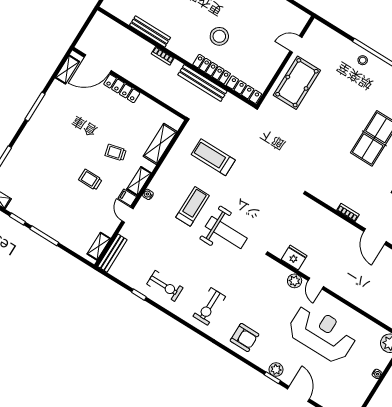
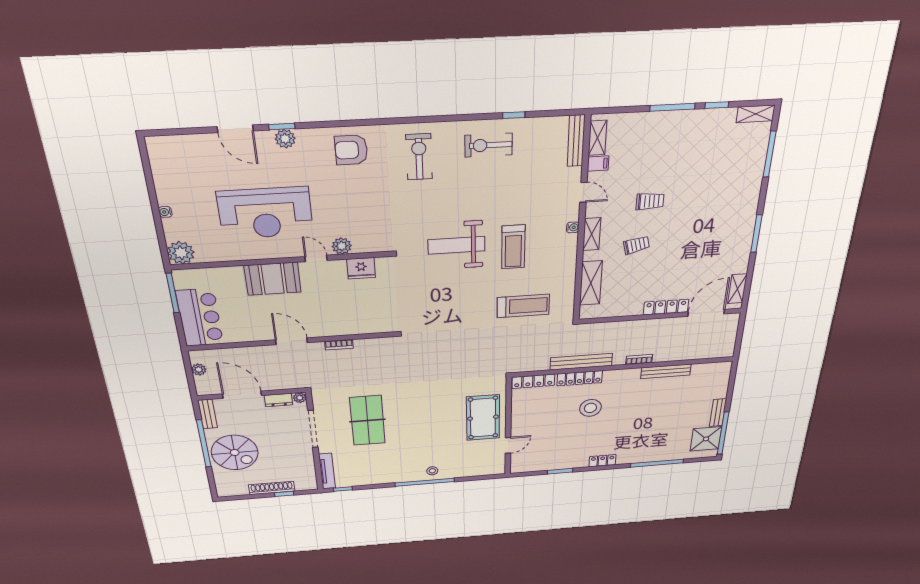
filing cabinet: (127, 197) -> (598, 164), moved
booth: (352, 288) -> (273, 279), added

